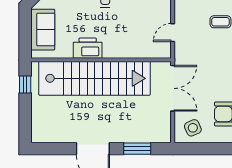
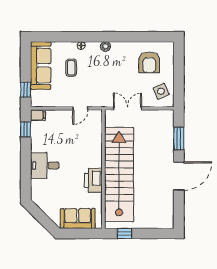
door: (173, 33) -> (80, 108), hinge flipped
double door: (173, 88) -> (128, 108), width x0.73

